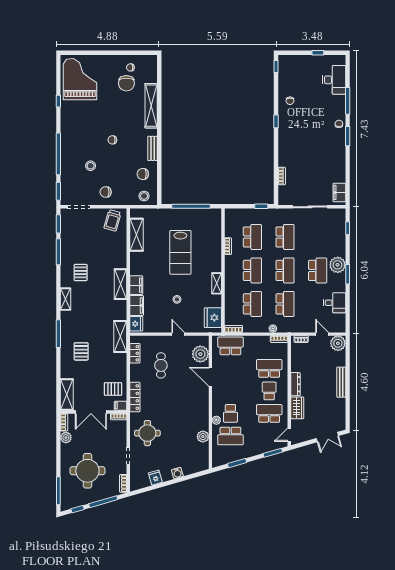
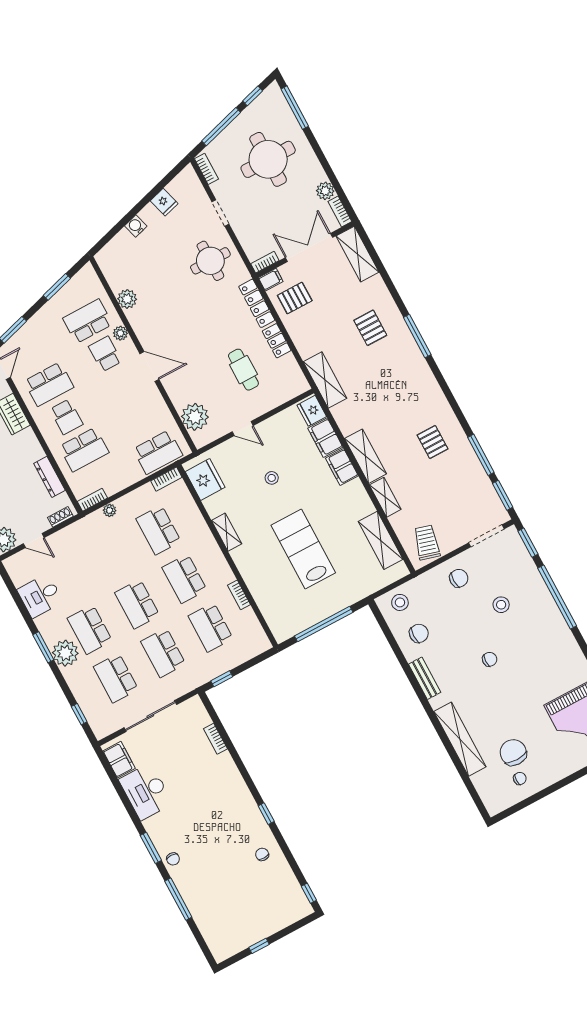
desk: (334, 80) -> (146, 791), moved
shelving: (66, 299) -> (385, 497), moved
school desk: (285, 304) -> (116, 678), moved
locker: (135, 353) -> (277, 341), moved
door: (210, 377) -> (149, 367), moved
dresser: (295, 384) -> (49, 477), moved

